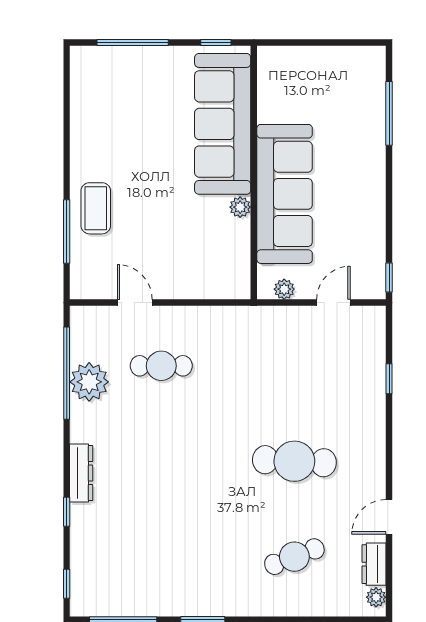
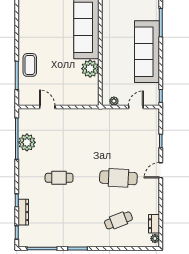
sofa: (285, 194) -> (147, 52), moved, turned 180
plant: (240, 207) -> (90, 69), width x1.88, depth x1.88
cafe table: (161, 366) -> (59, 178), moved
dresser: (81, 473) -> (23, 212), moved
door: (389, 517) -> (161, 170), moved

